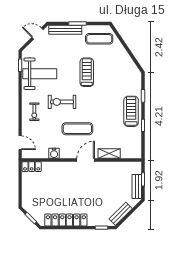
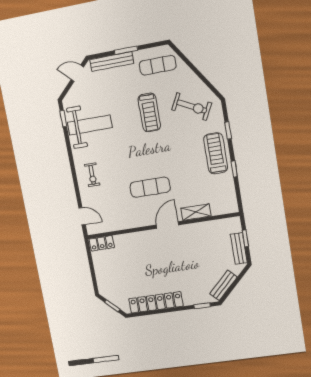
treadmill: (87, 72) -> (149, 112), turned 180
exercise bike: (62, 102) -> (192, 106), moved, turned -153
water cooler: (54, 153) -> (126, 223), removed

